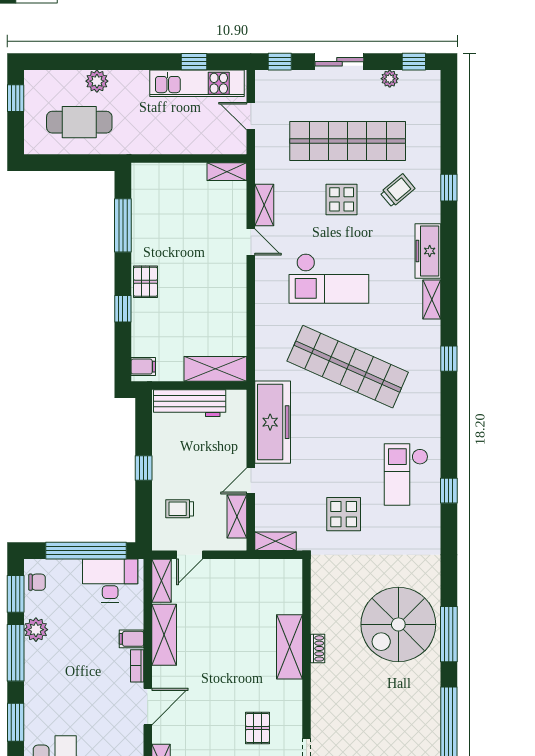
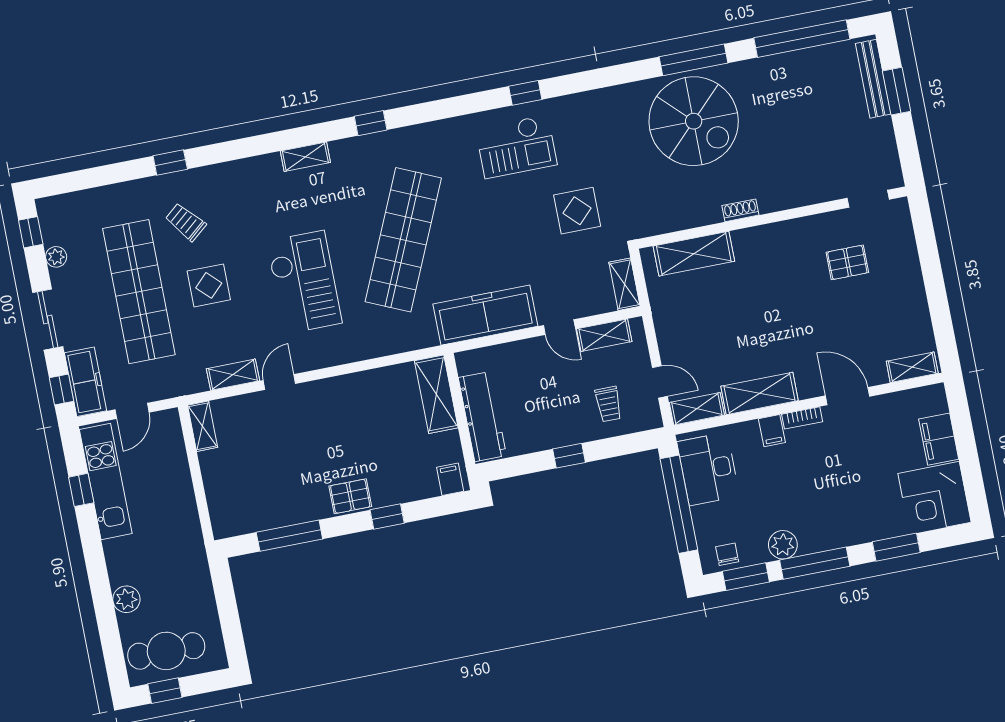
cafe table: (79, 122) -> (166, 651), moved, turned 90
freezer: (428, 251) -> (85, 382), moved, turned -90
shelving: (289, 647) -> (694, 254), moved

